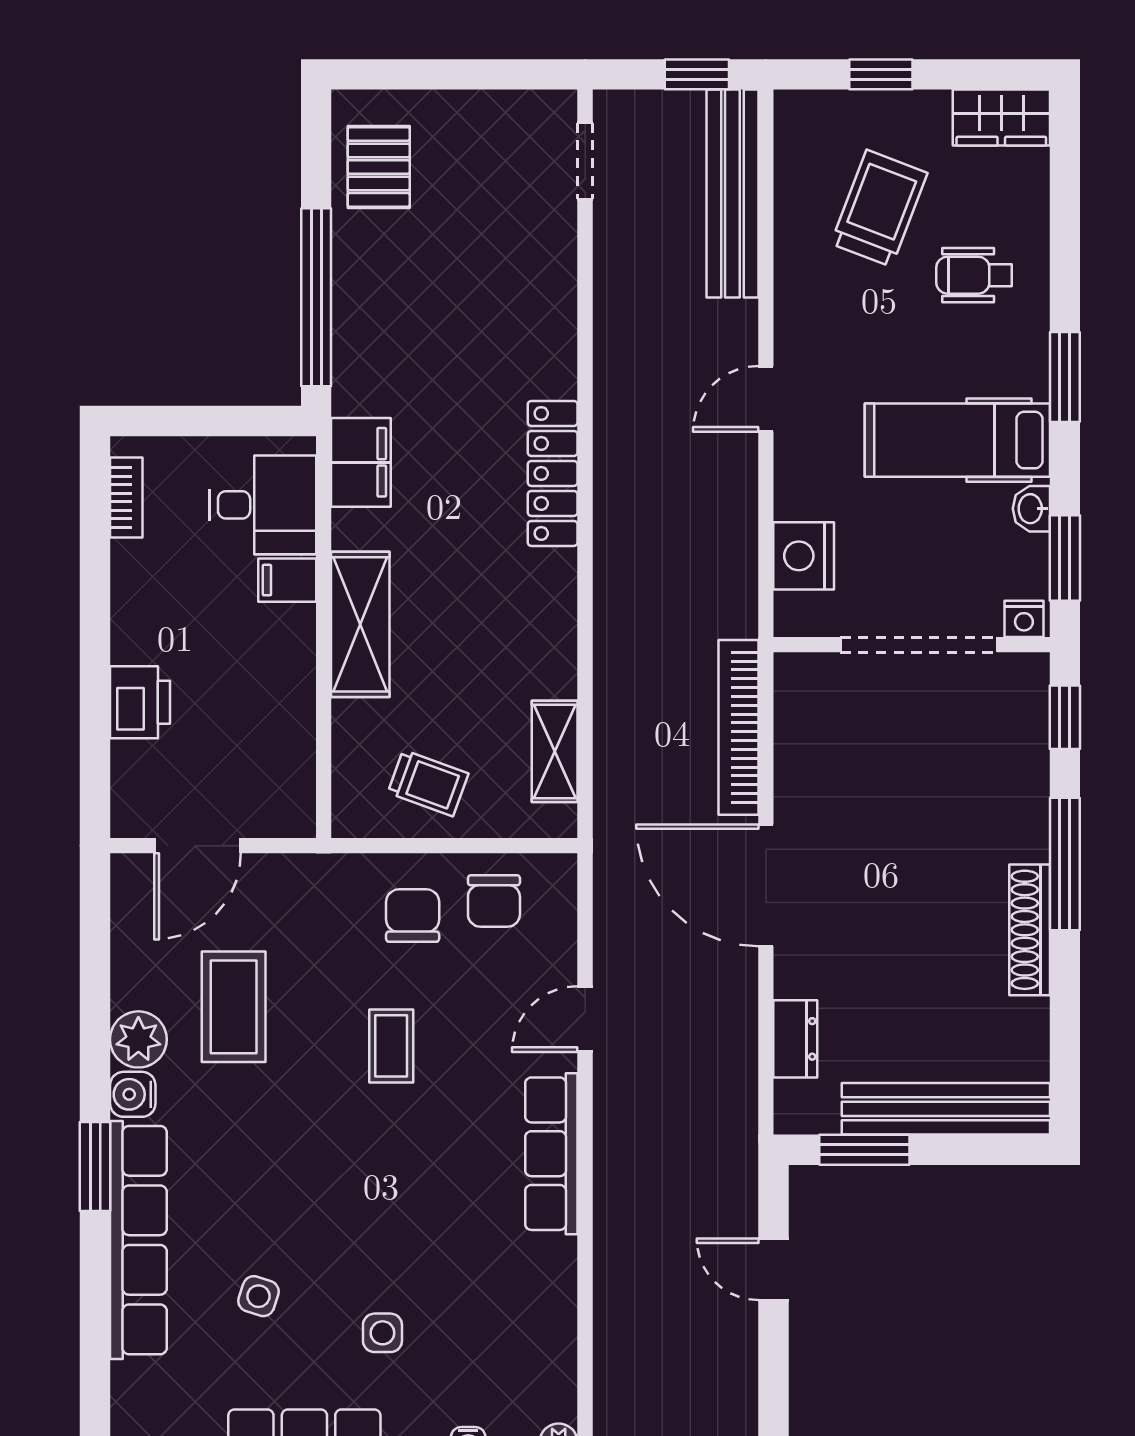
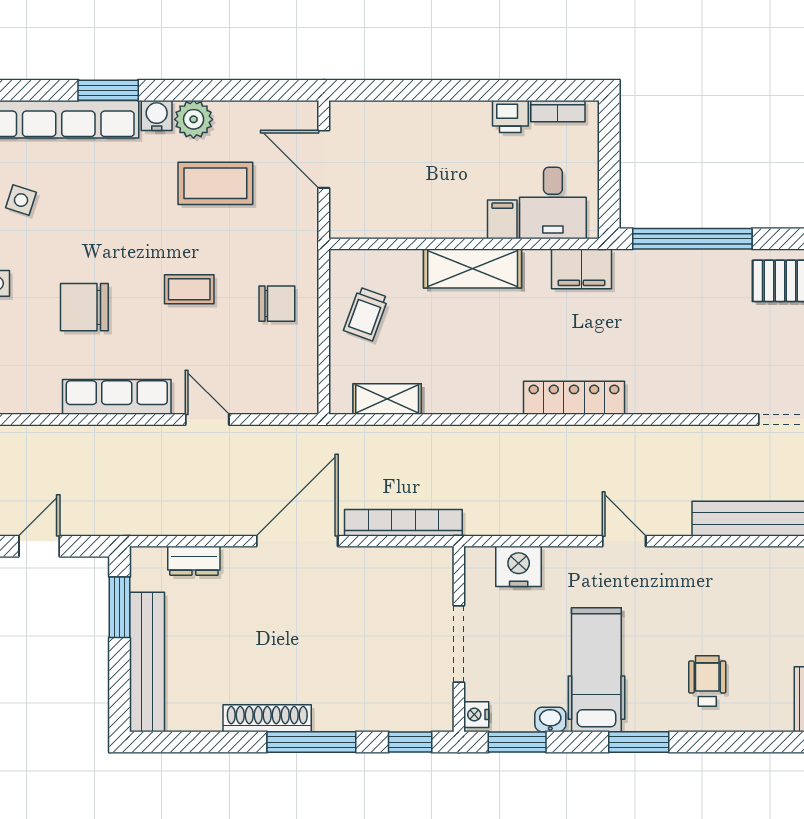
trolley: (879, 208) -> (752, 617), removed
doorway: (919, 645) -> (459, 644), width x0.73
printer: (140, 702) -> (510, 116), moved, width x0.73, depth x0.81
chair: (494, 901) -> (84, 307), moved, width x1.37, depth x1.37

